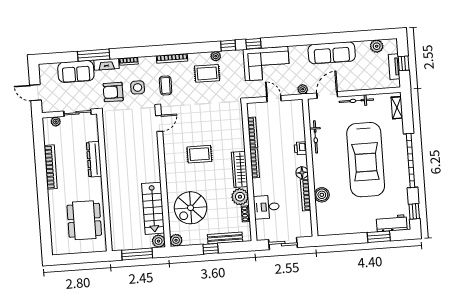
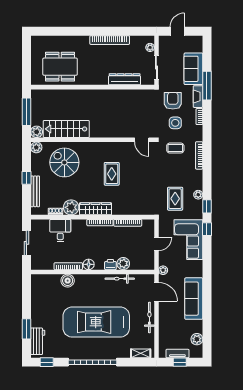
rug: (207, 73) -> (175, 199), moved
plant: (298, 134) -> (123, 264), added
dresser: (94, 159) -> (125, 79), moved

